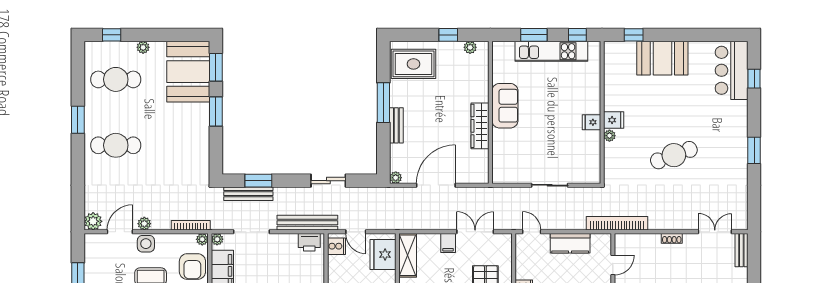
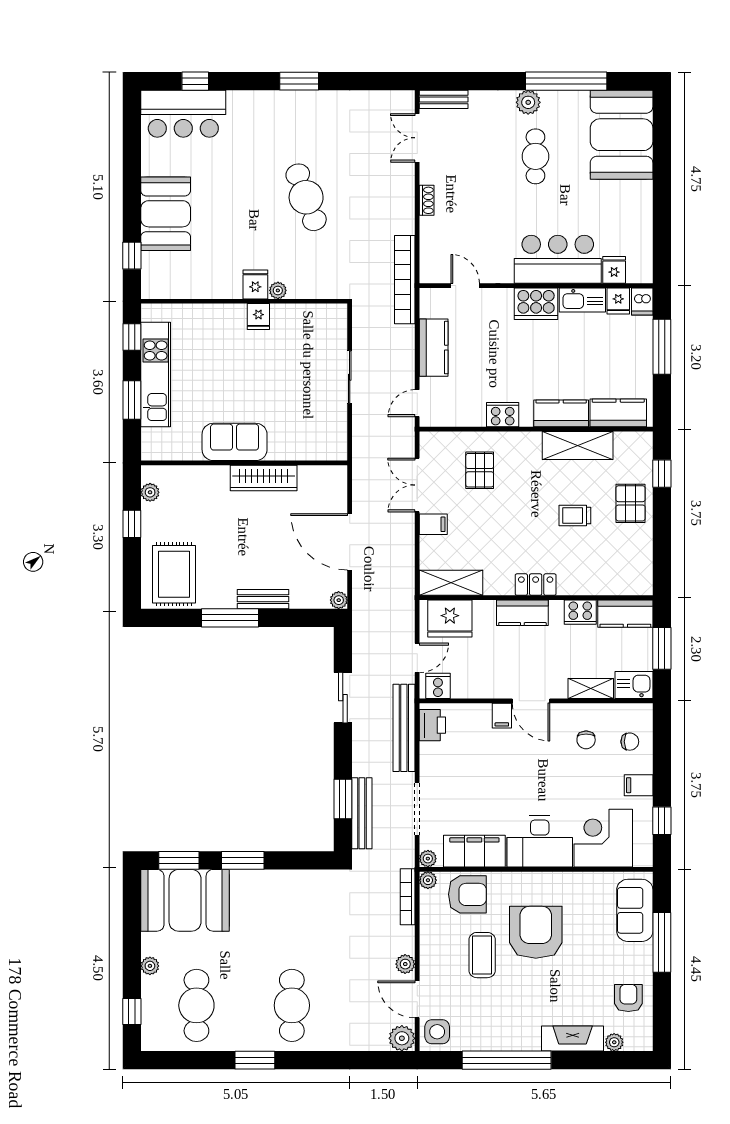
side table: (146, 244) -> (437, 1032), moved

